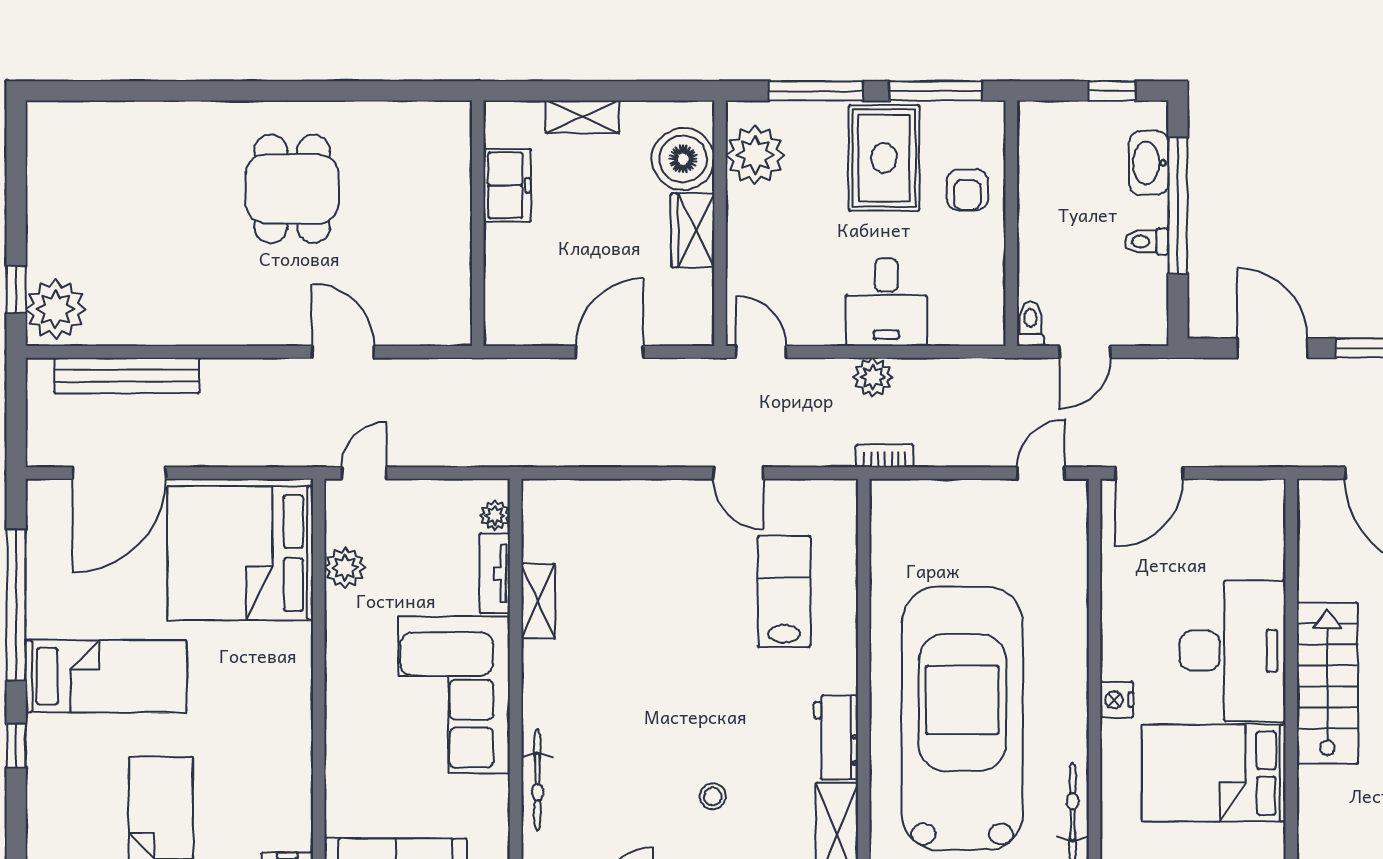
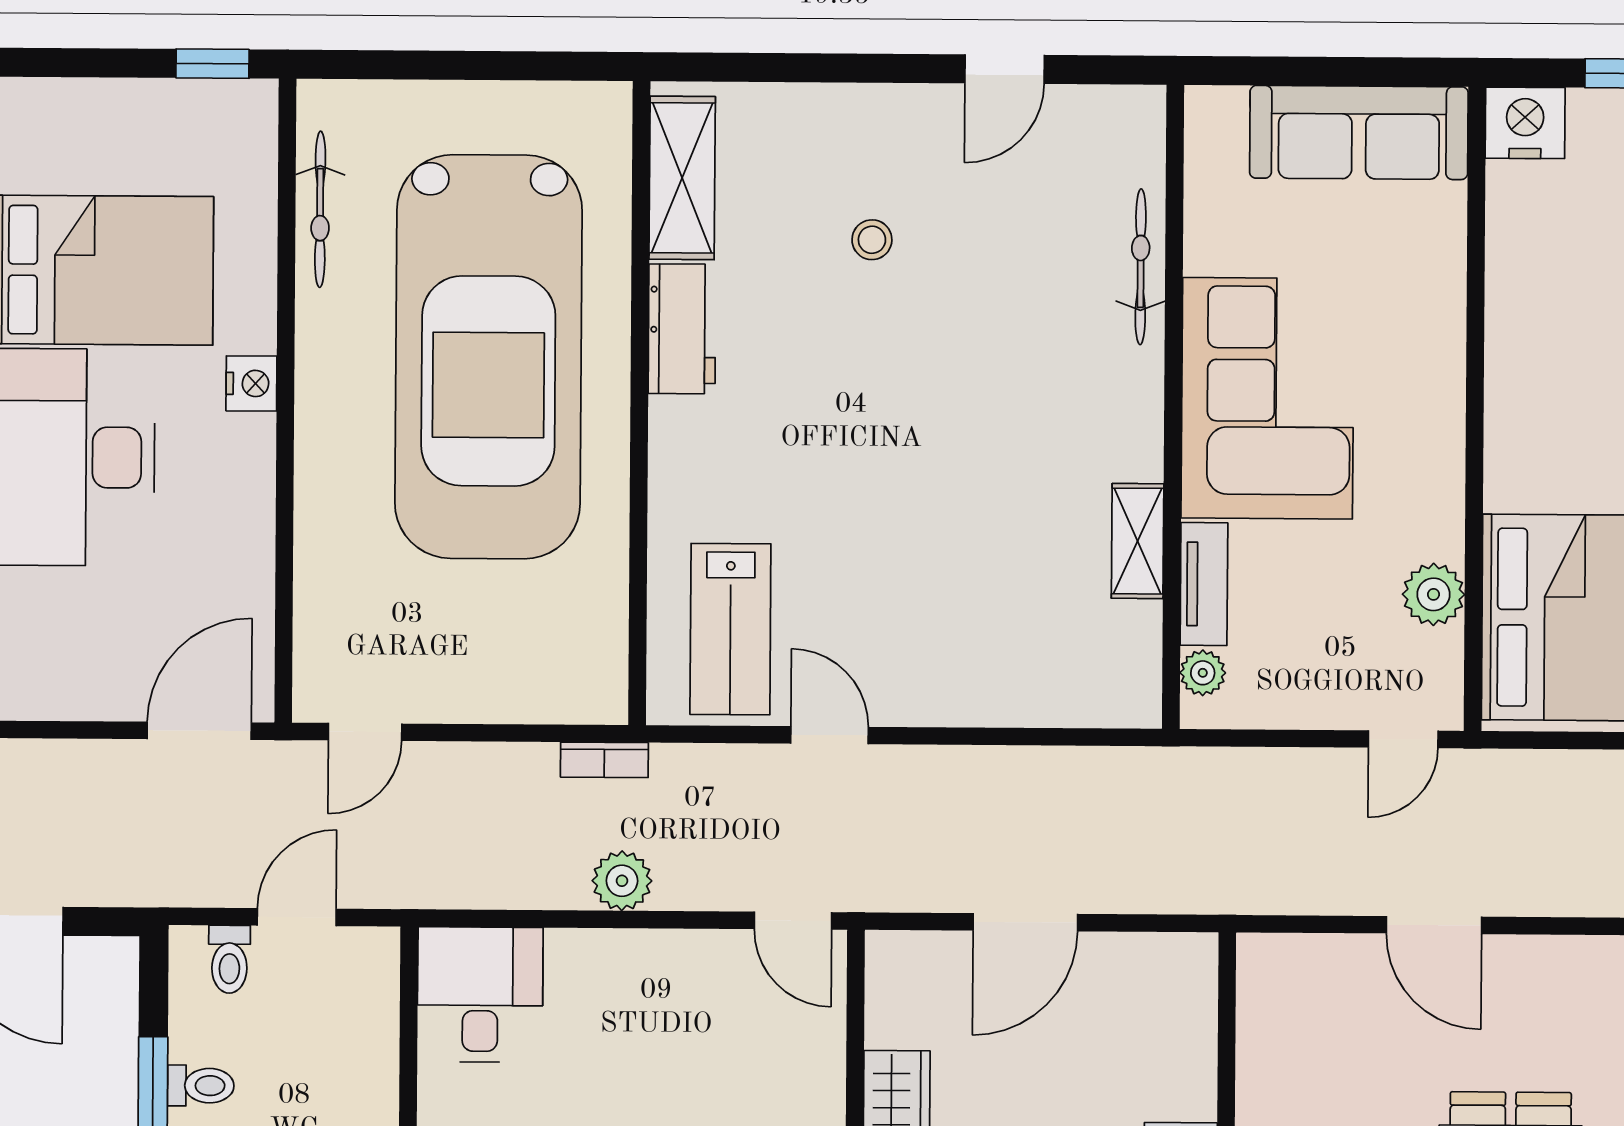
desk: (886, 302) -> (480, 995), moved
toilet: (1031, 324) -> (229, 959), moved
lab bench: (784, 591) -> (730, 629), moved

